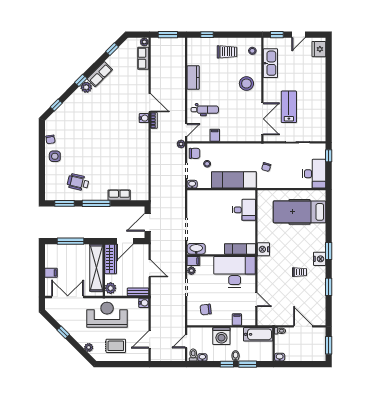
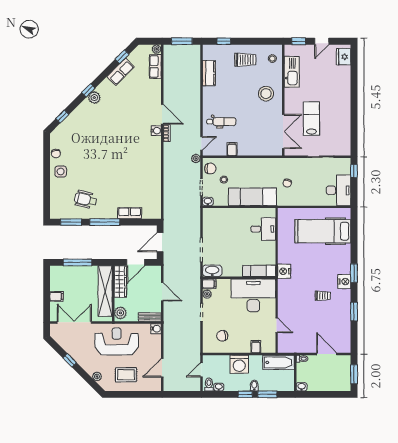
row of seats: (100, 74) -> (121, 72), moved
kitchen counter: (193, 77) -> (209, 73), moved

